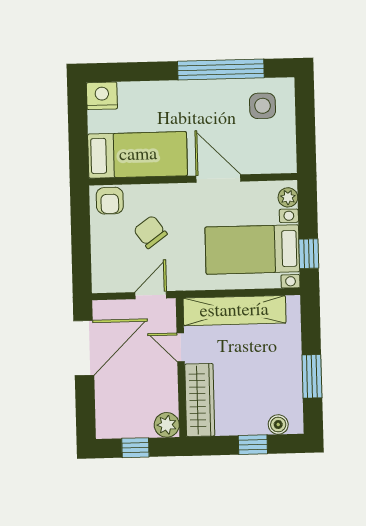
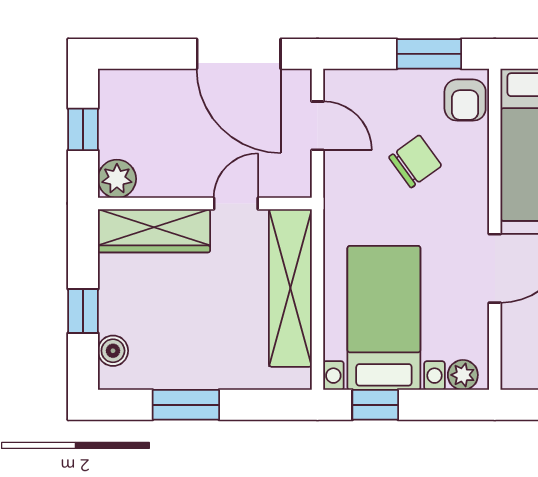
armchair: (110, 201) -> (465, 100), turned -90
window: (80, 225) -> (429, 54), added
door: (151, 295) -> (317, 126), moved

